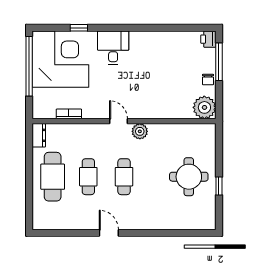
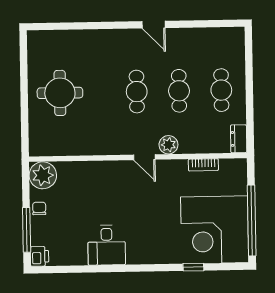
desk: (113, 48) -> (107, 245), moved
plant: (140, 131) -> (168, 145), moved
cafe table: (53, 177) -> (221, 90), width x0.73, depth x0.74
window: (219, 186) -> (24, 83), removed

